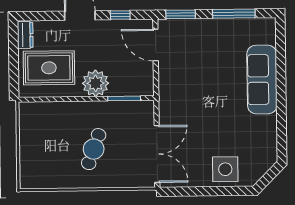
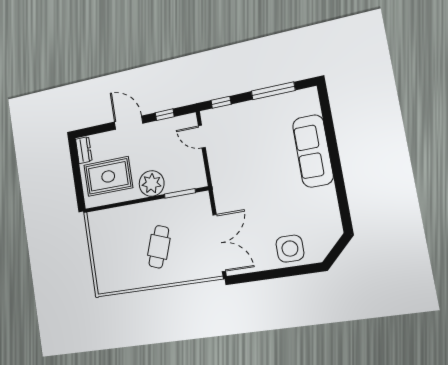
window: (181, 14) -> (221, 102), width x0.67
door: (156, 45) -> (202, 137), width x0.73

